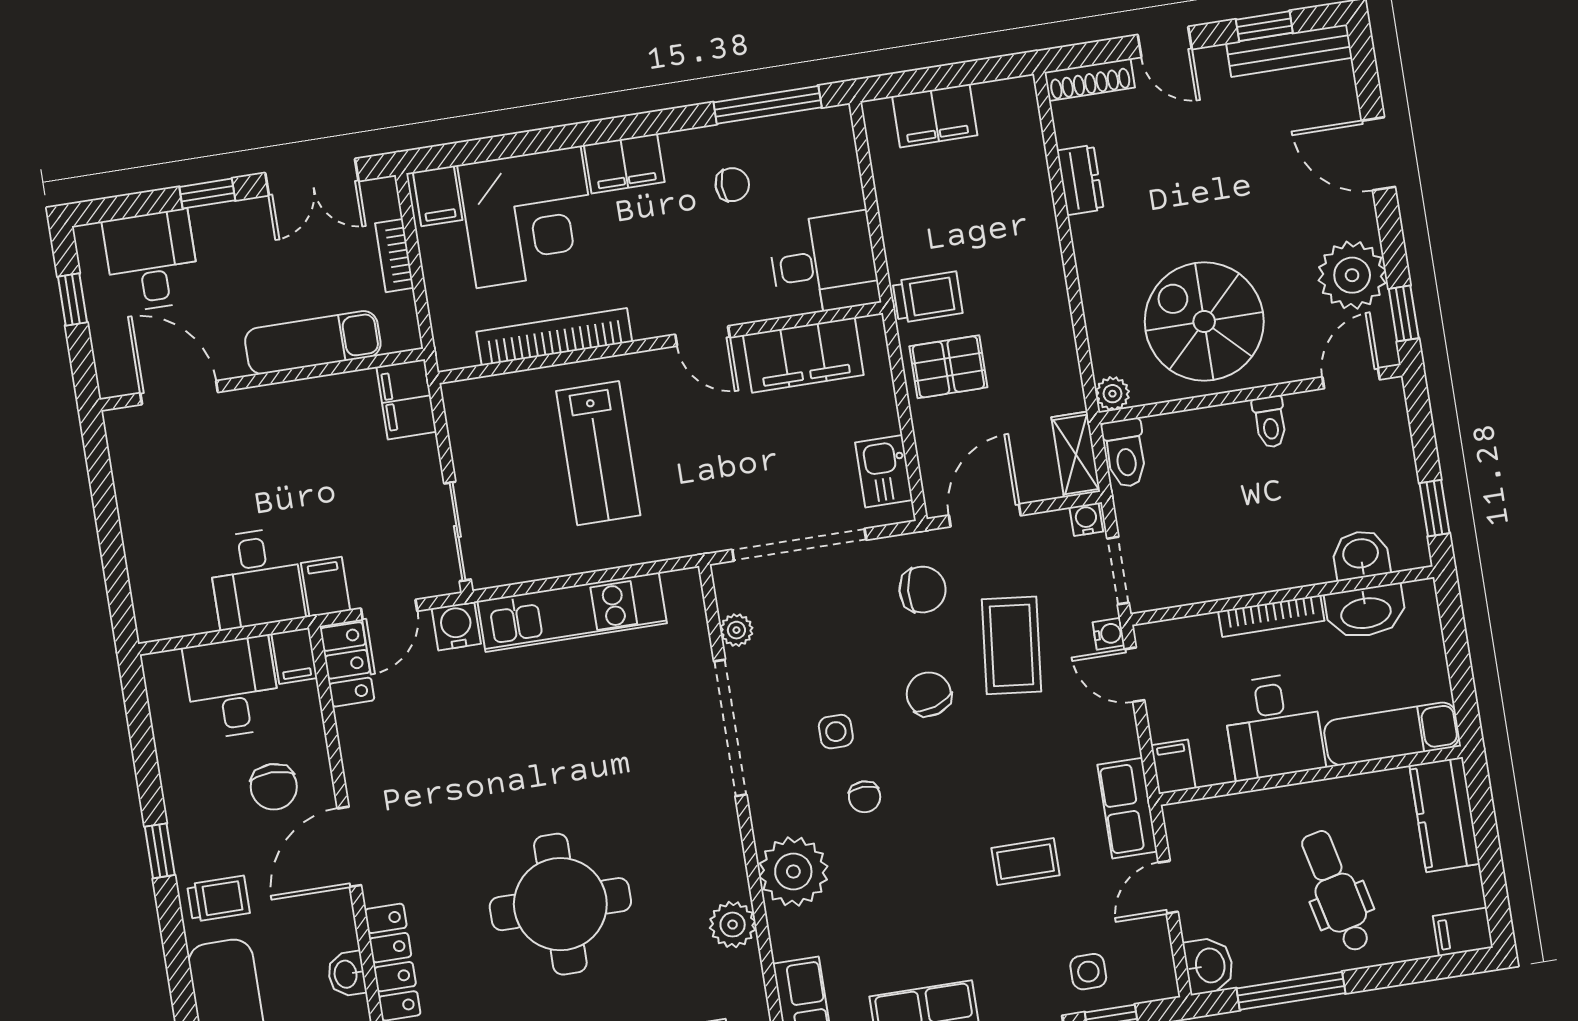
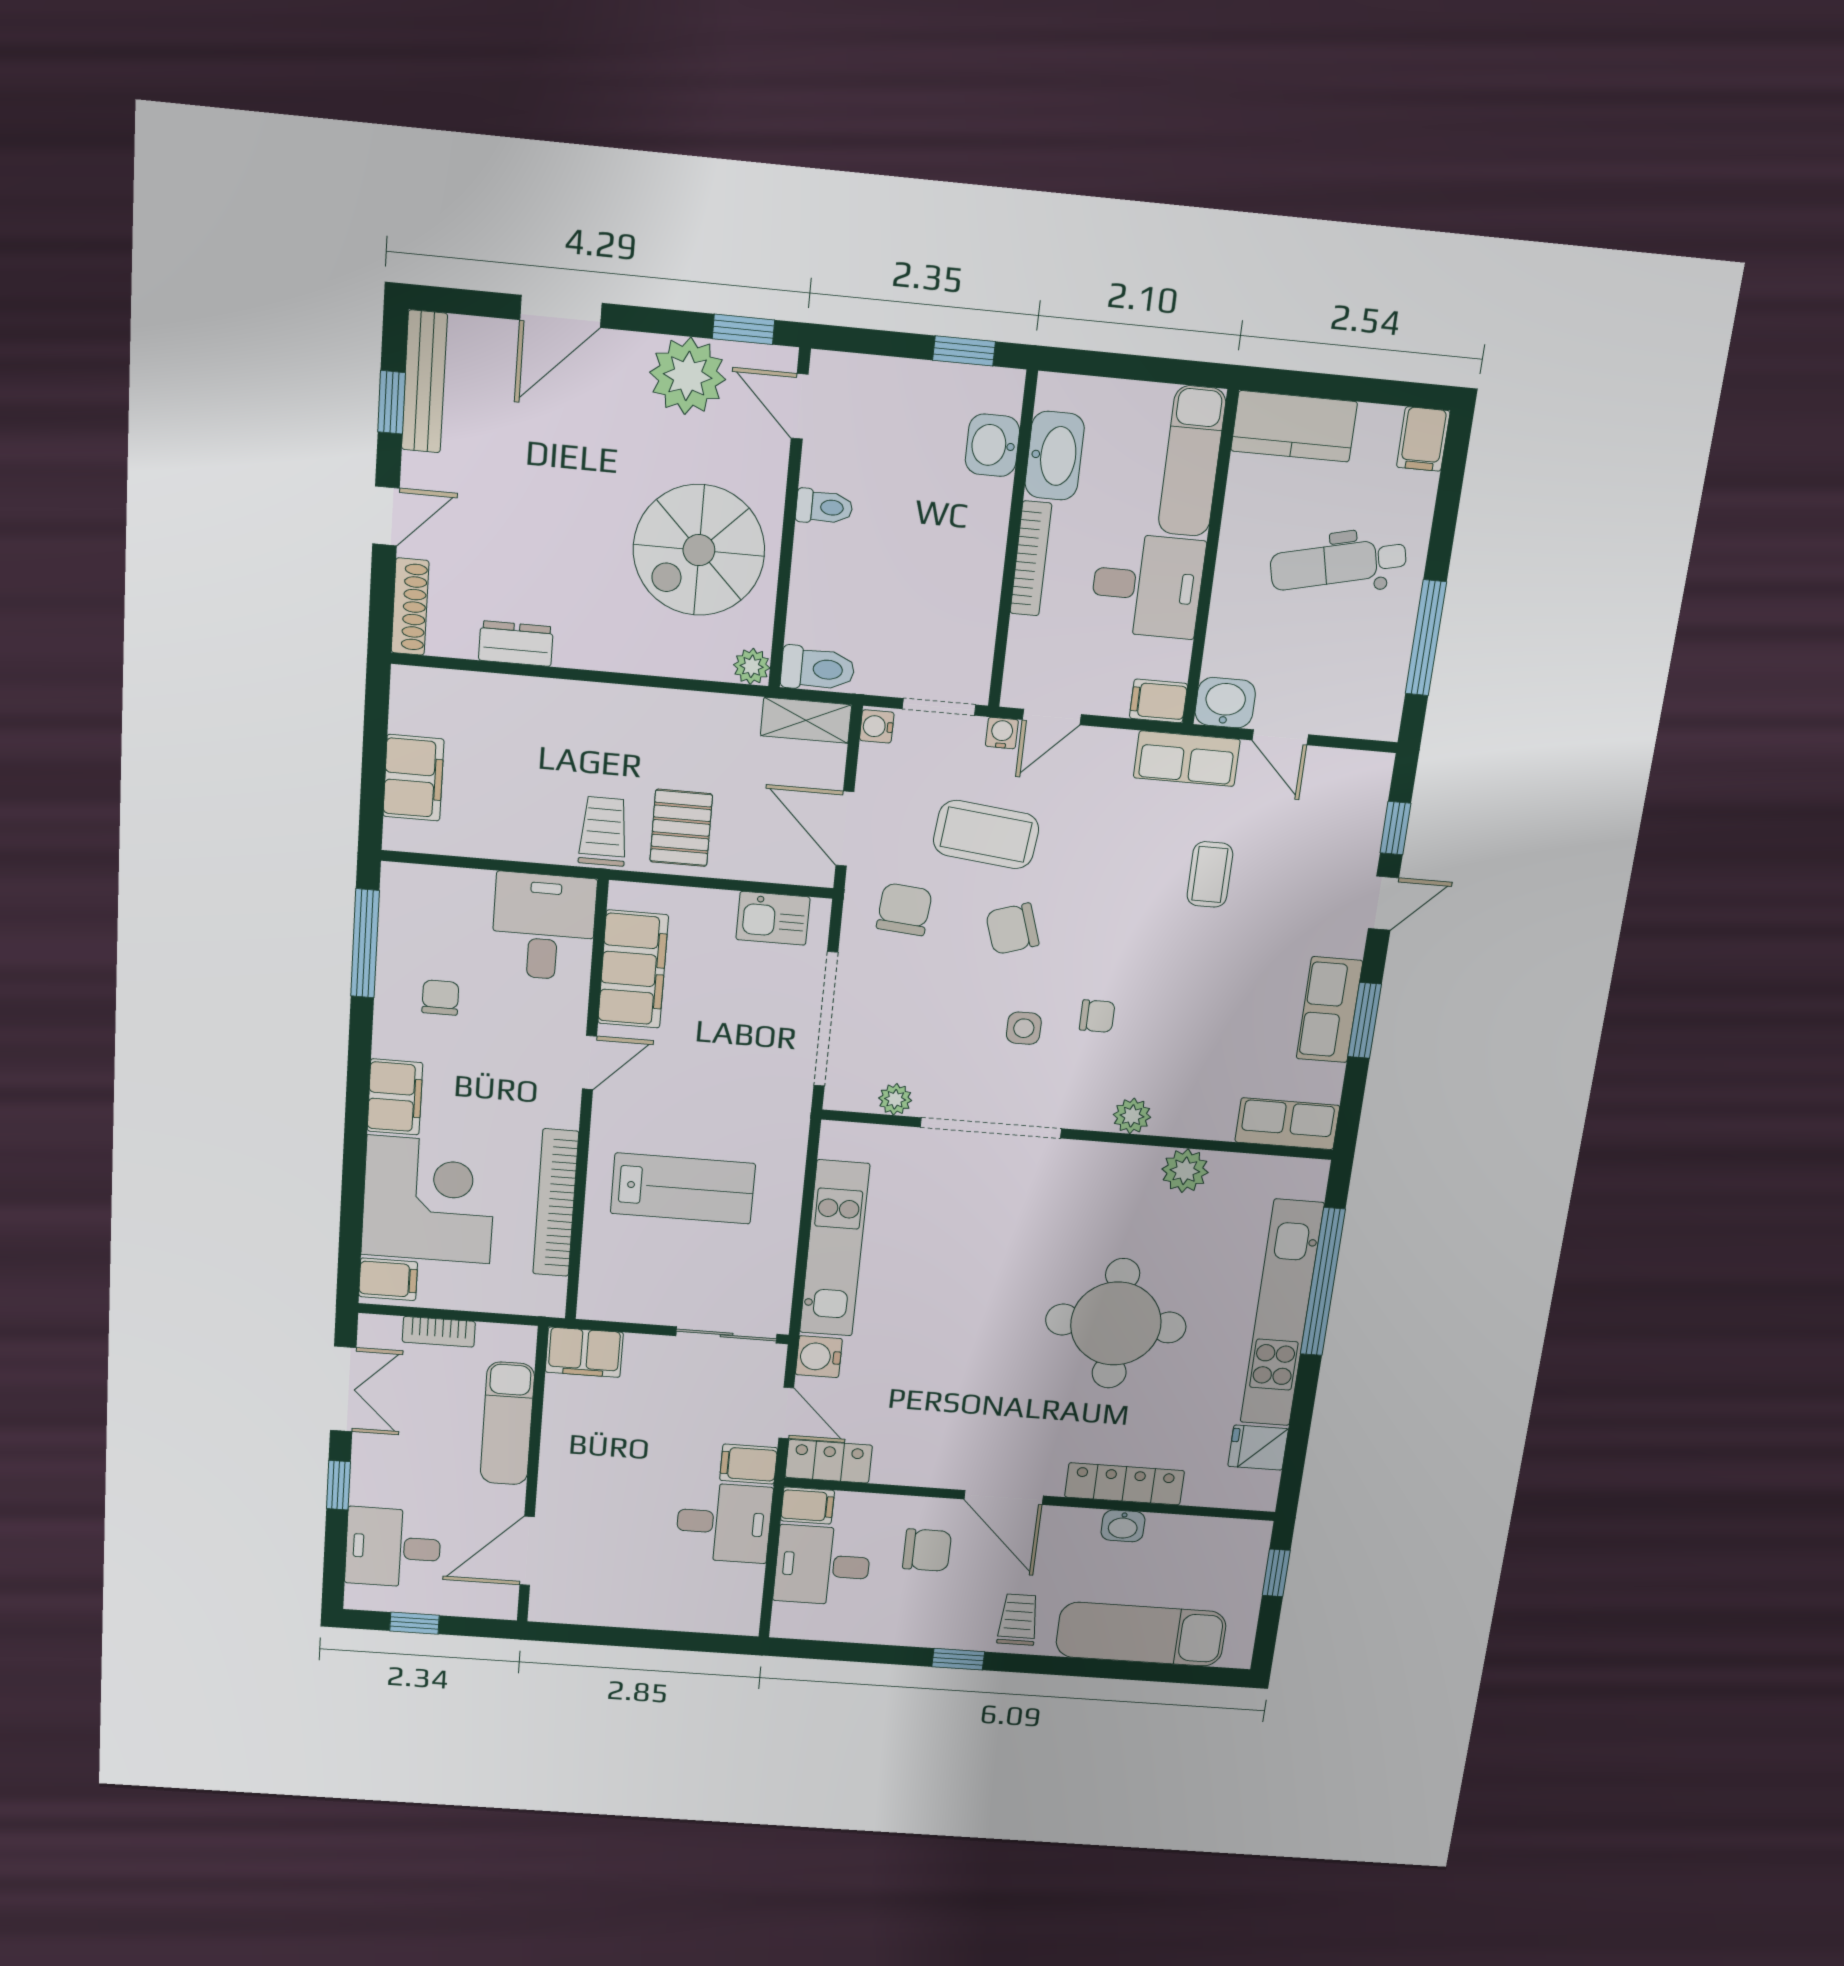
plant: (793, 872) -> (1132, 1116), width x0.53, depth x0.53
washbasin: (1209, 966) -> (1225, 703), moved
side table: (1088, 972) -> (1340, 839), removed

